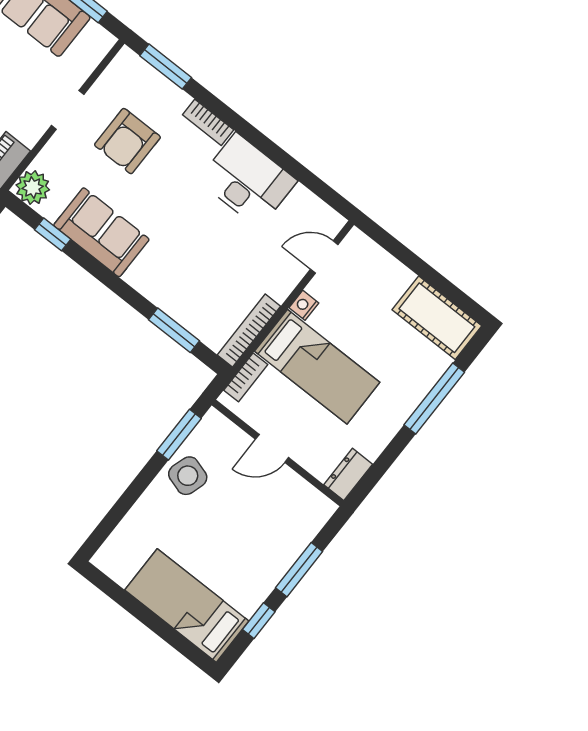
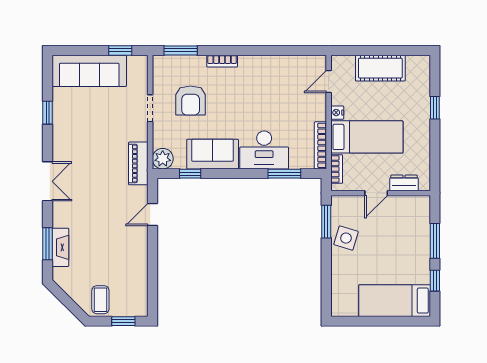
desk: (248, 181) -> (264, 150), moved, turned 180
cot: (437, 318) -> (380, 68), moved
window: (434, 398) -> (435, 108), width x0.46
dresser: (348, 474) -> (404, 183), moved, turned 90

